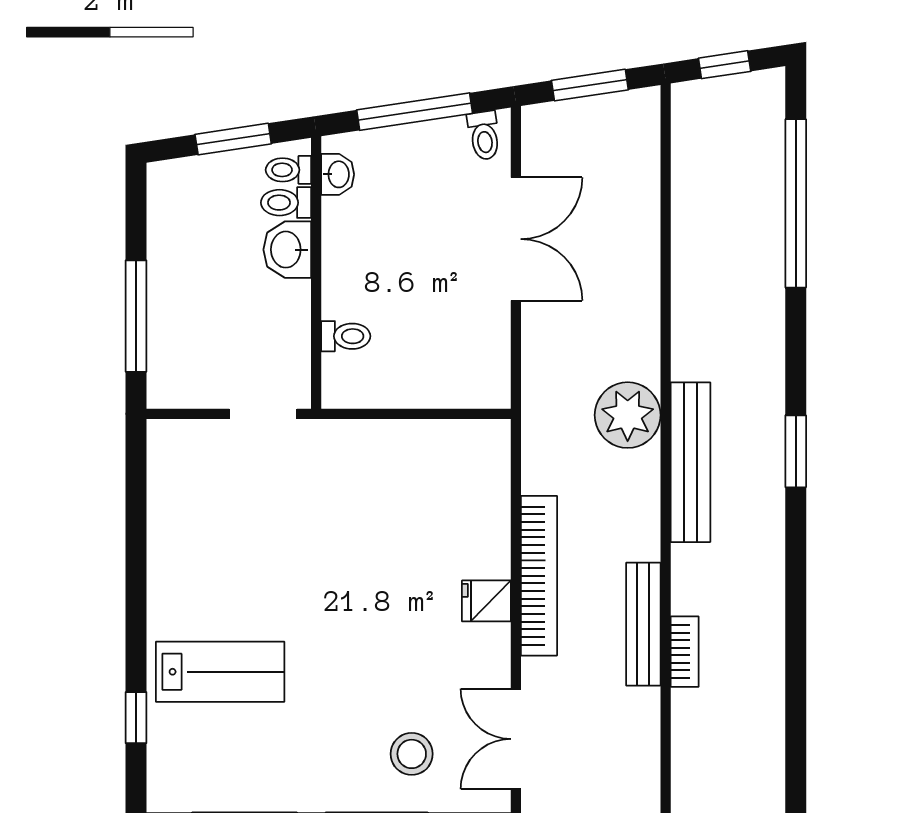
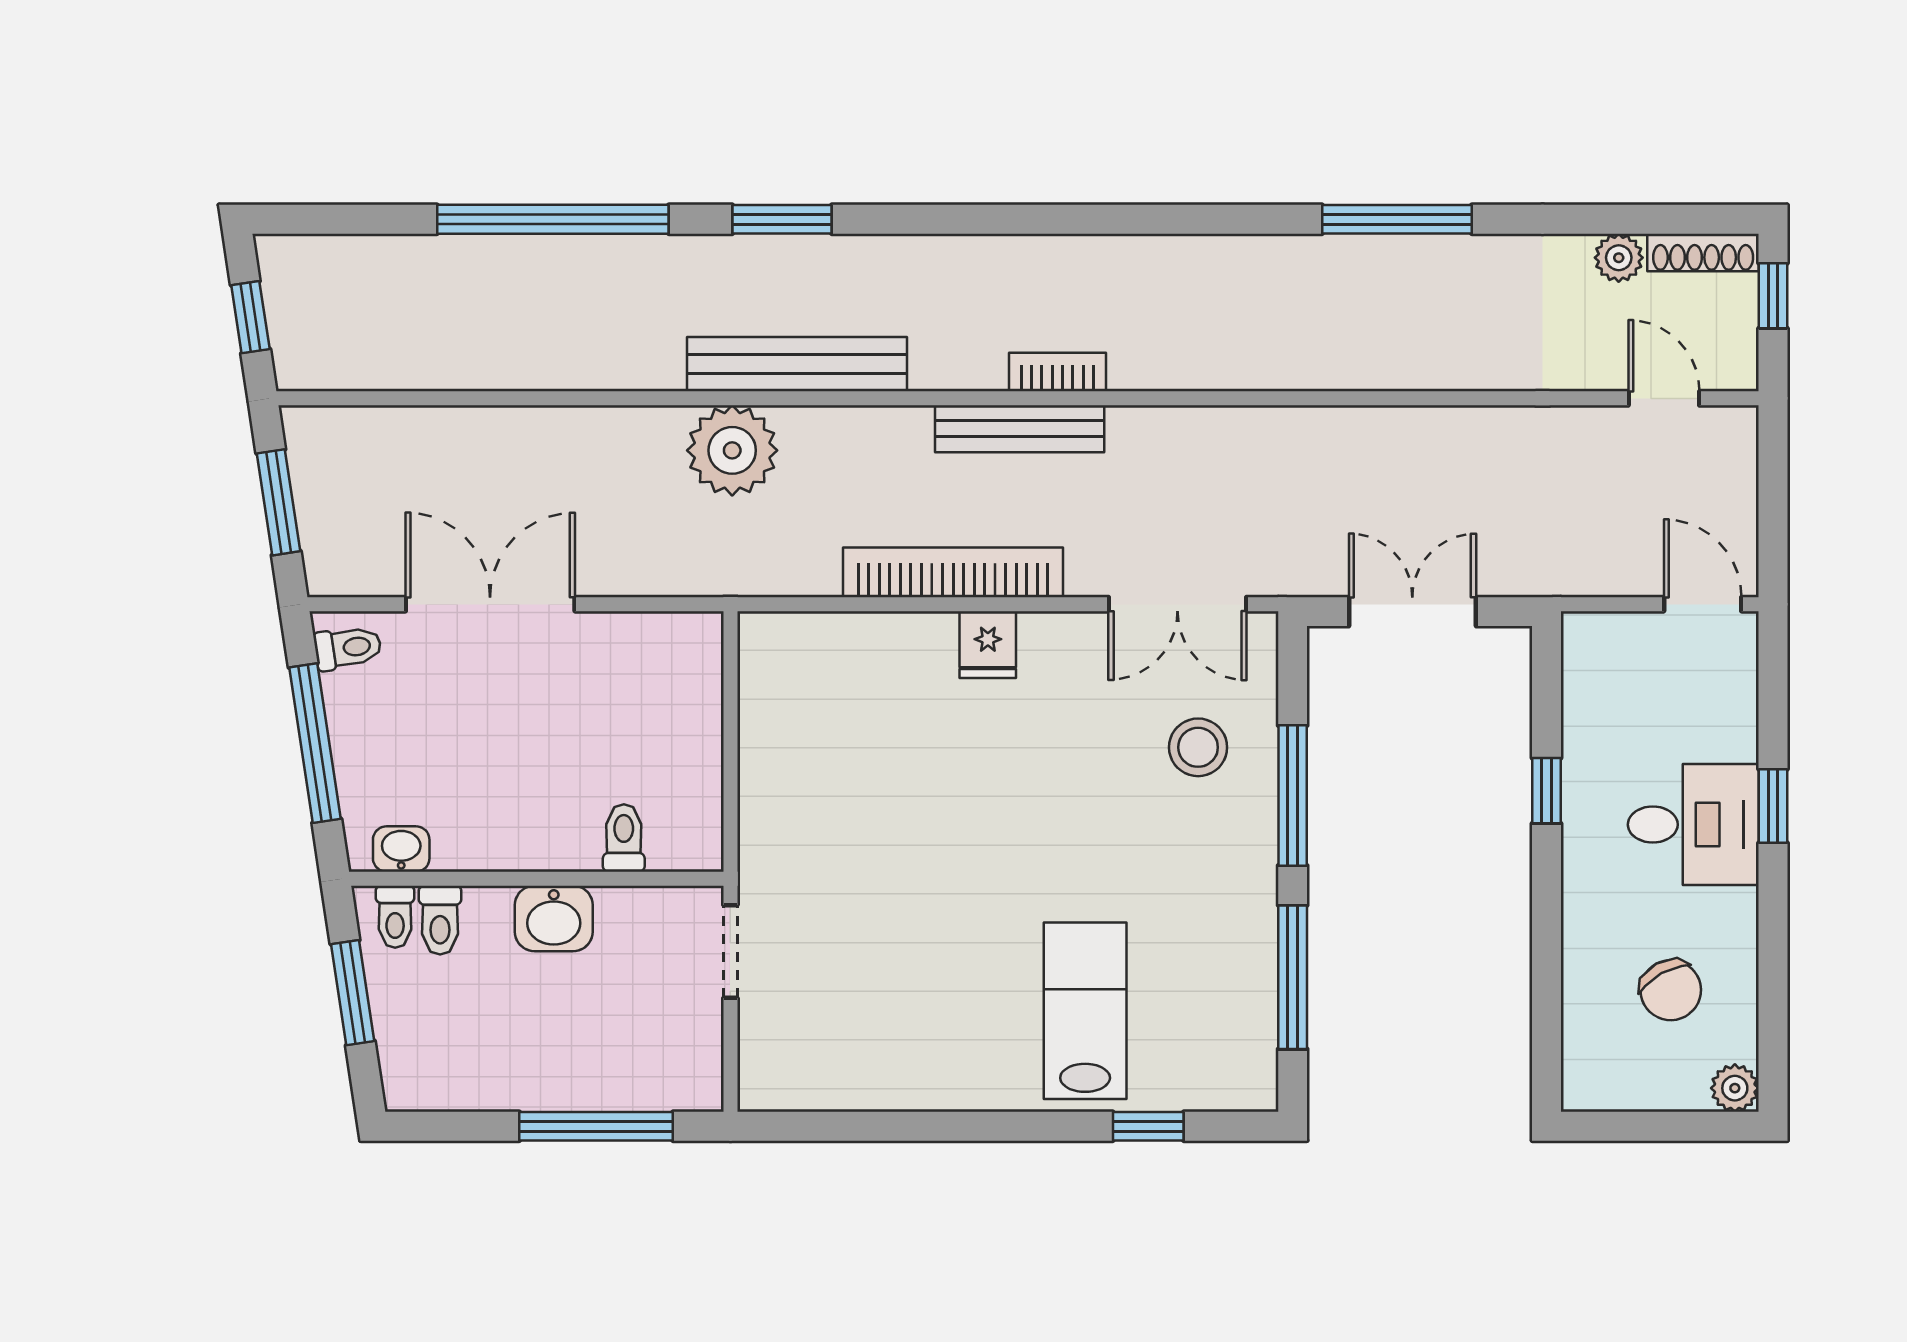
window: (796, 203) -> (553, 219), moved
washbasin: (287, 250) -> (554, 918), moved

